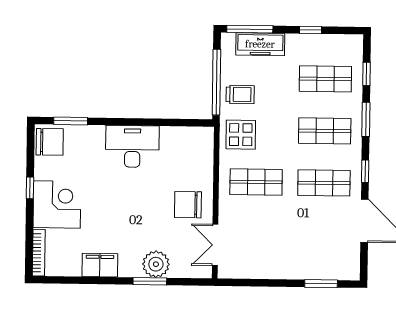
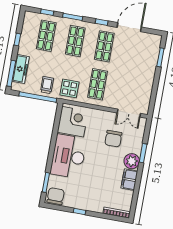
desk: (132, 146) -> (68, 156), width x1.36, depth x1.30
corner desk: (57, 204) -> (73, 122), moved, turned 90
chair: (188, 205) -> (113, 139), moved
plant: (156, 264) -> (132, 161), moved

